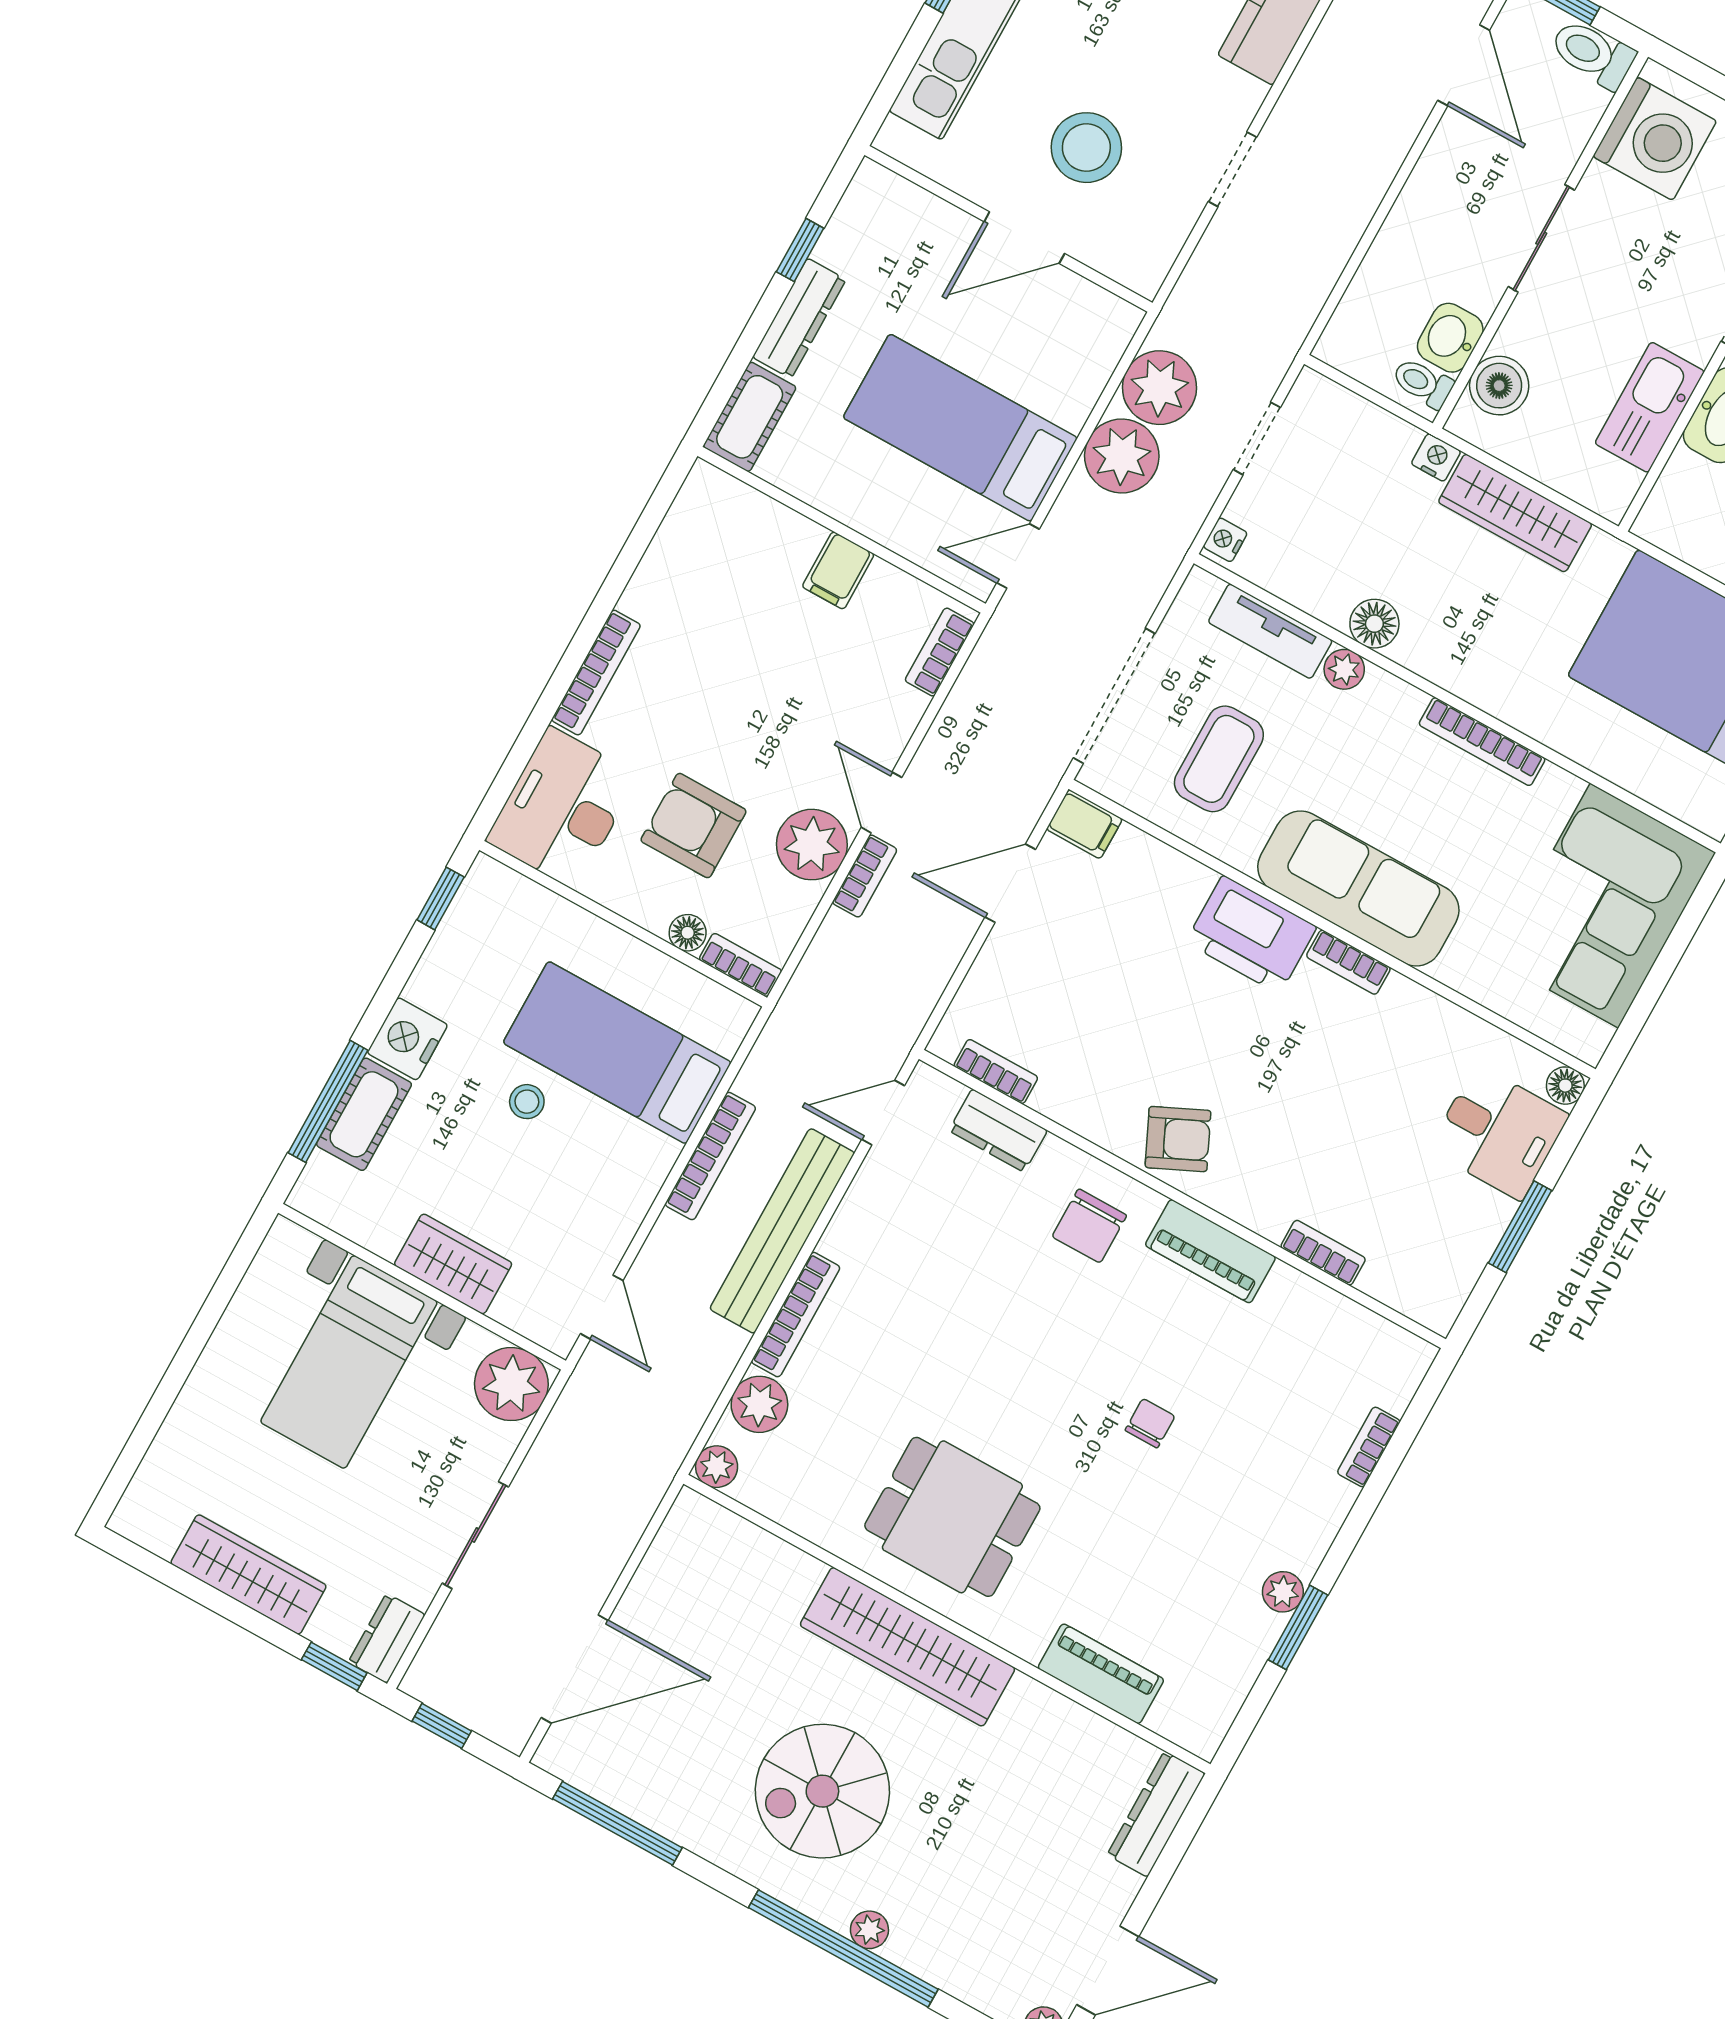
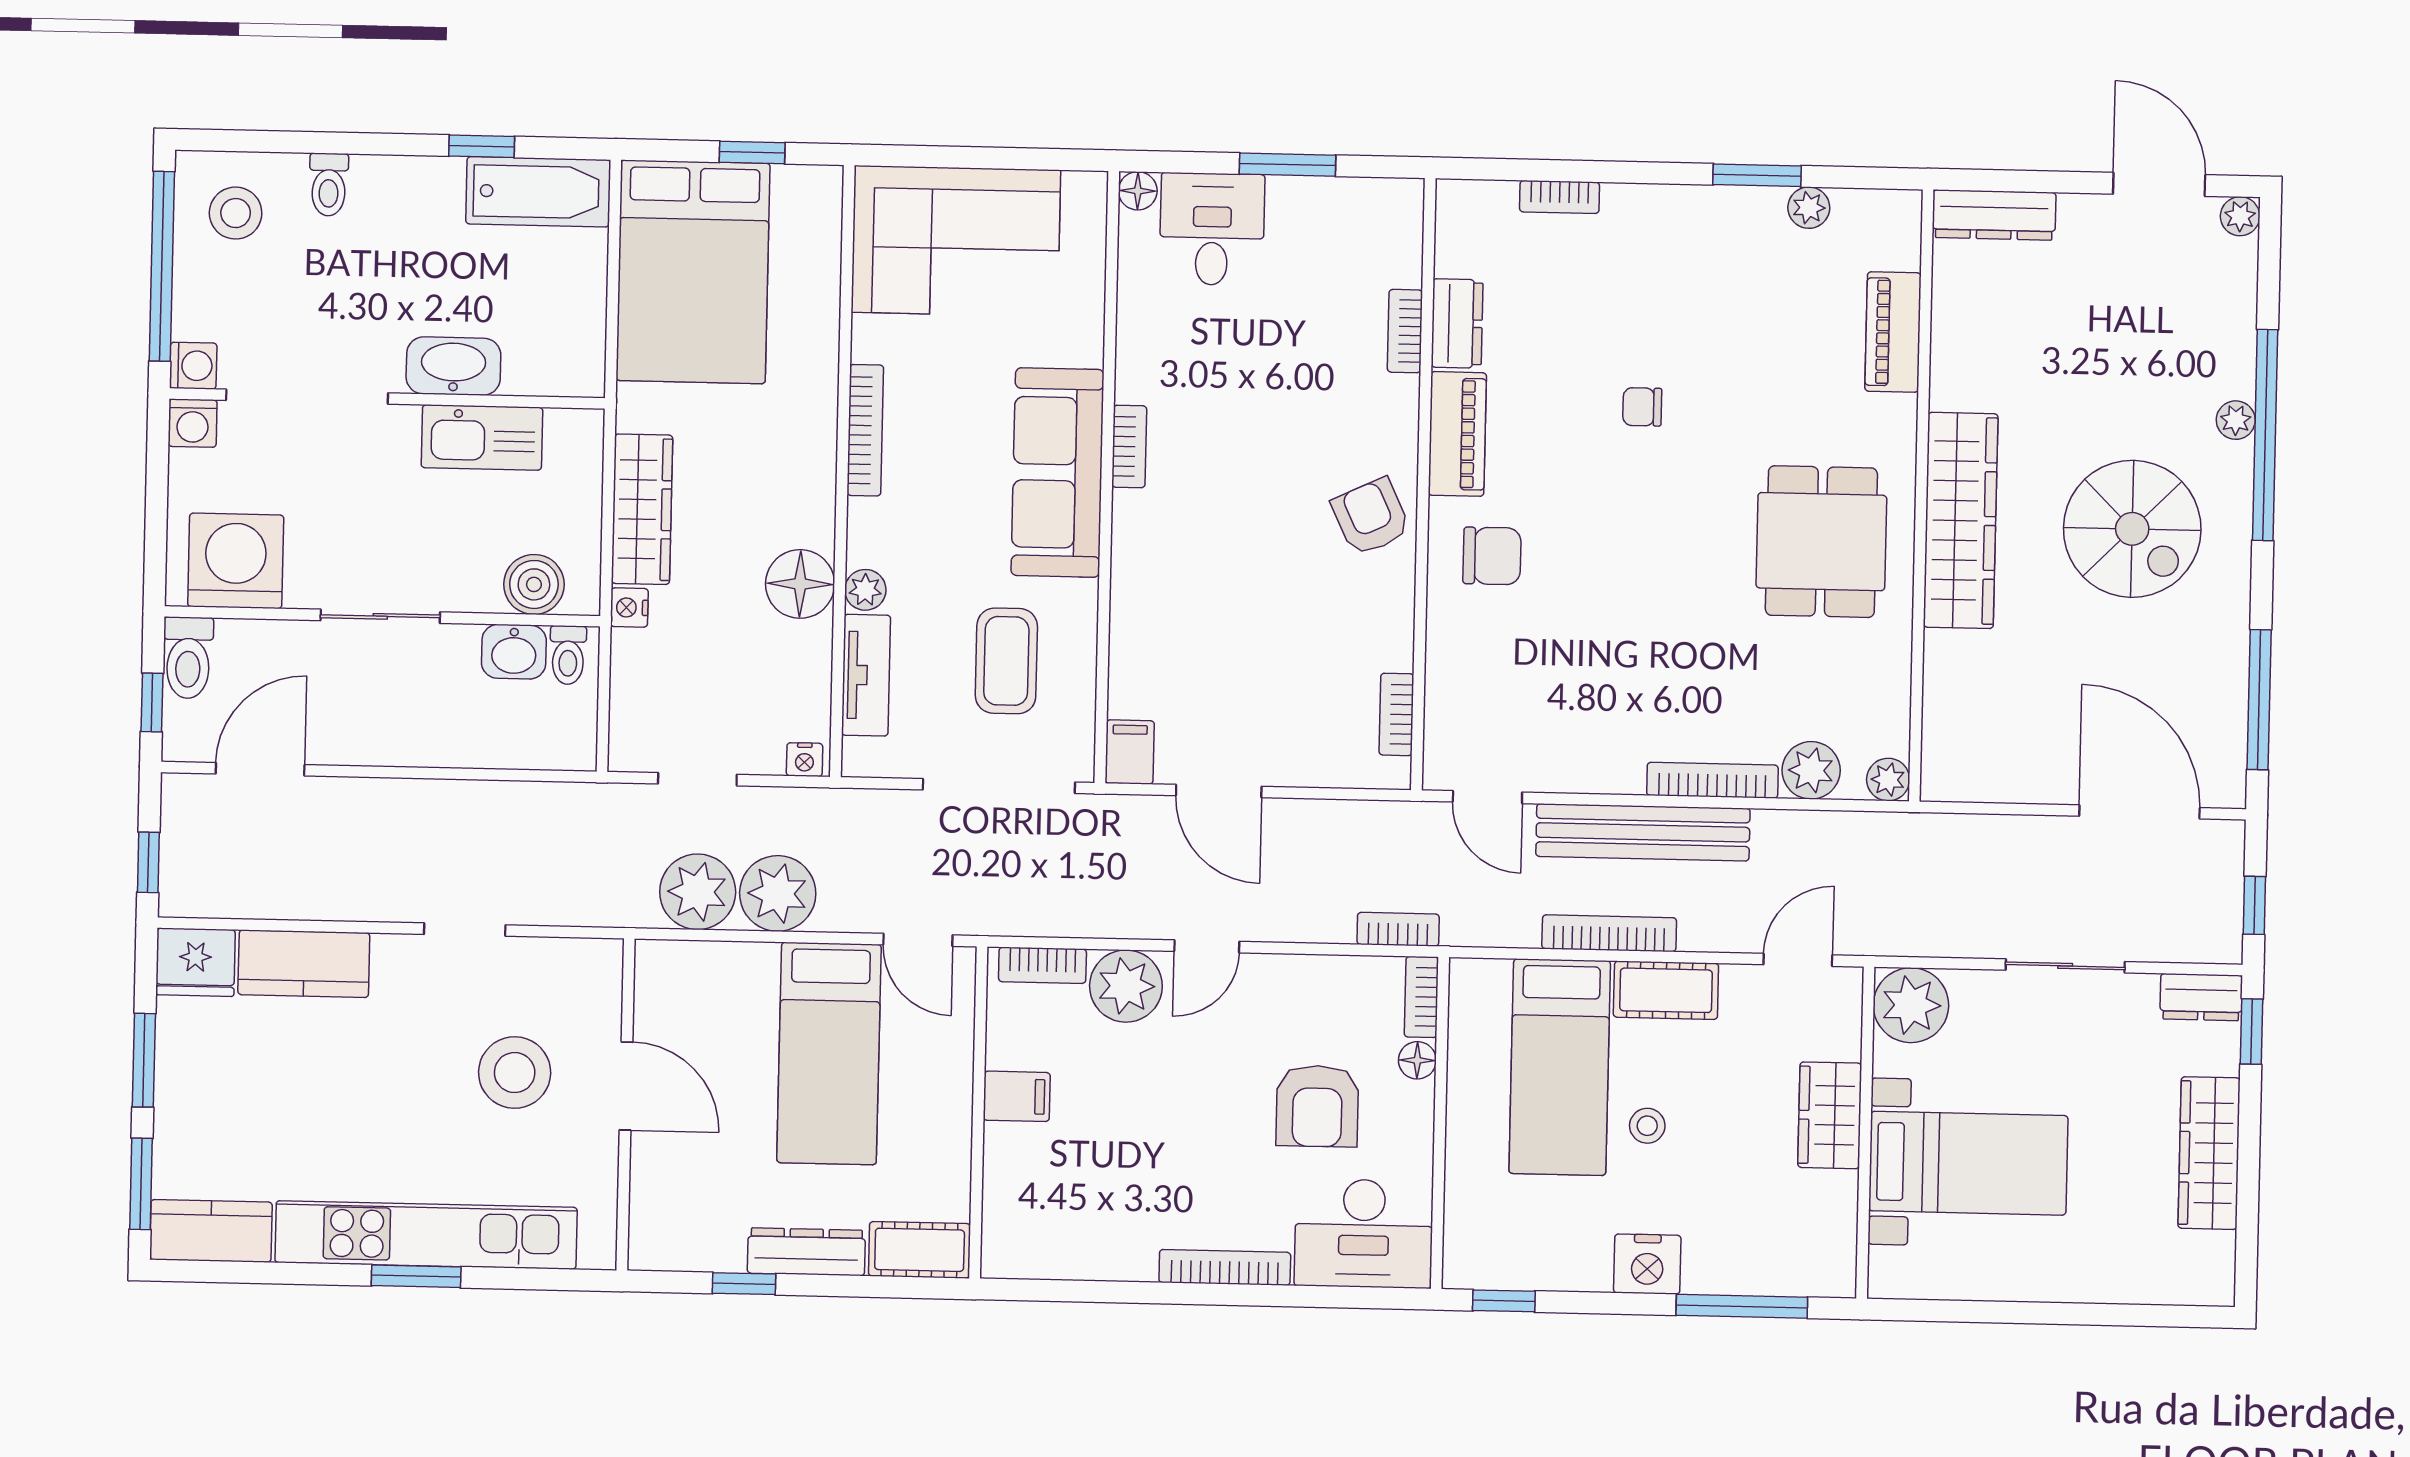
floor lamp: (1374, 624) -> (800, 584), width x1.38, depth x1.38
coffee table: (1219, 759) -> (1006, 661), turned 90
plant: (812, 845) -> (1126, 986), moved
bookcase: (865, 876) -> (1398, 929), moved
printer: (1251, 935) -> (1150, 548), removed
cot: (364, 1114) -> (1666, 990), moved
dresser: (998, 1131) -> (1457, 323), moved
plant: (1283, 1592) -> (1809, 208), moved

